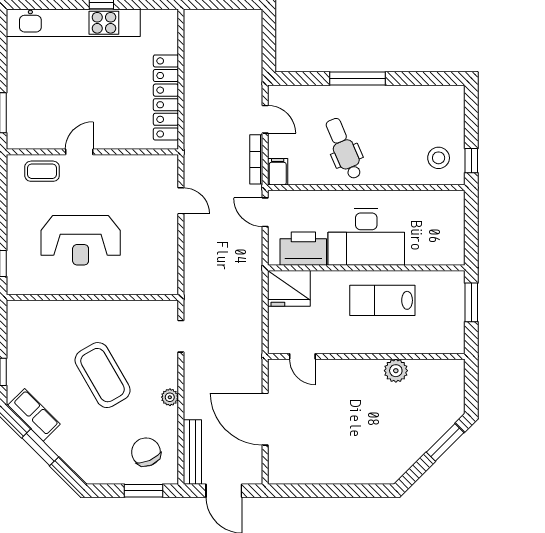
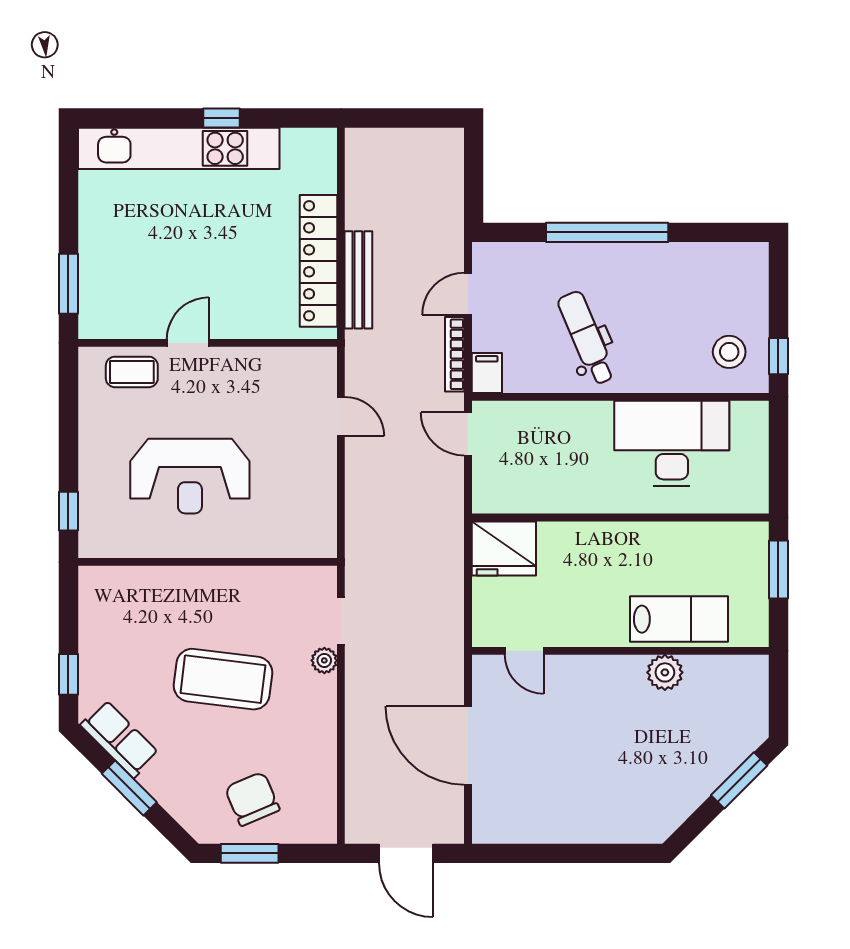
window: (358, 79) -> (607, 232), width x1.46
door: (265, 119) -> (468, 294), swing flipped
desk: (366, 237) -> (672, 444), moved, turned 180
printer: (303, 249) -> (525, 489), removed
lab bench: (382, 300) -> (679, 619), moved, turned 180
coffee table: (103, 375) -> (223, 679), turned -53
plant: (170, 397) -> (324, 660), moved
chair: (146, 452) -> (252, 799), moved
bench: (192, 452) -> (358, 280), moved
window: (143, 491) -> (250, 853), moved

